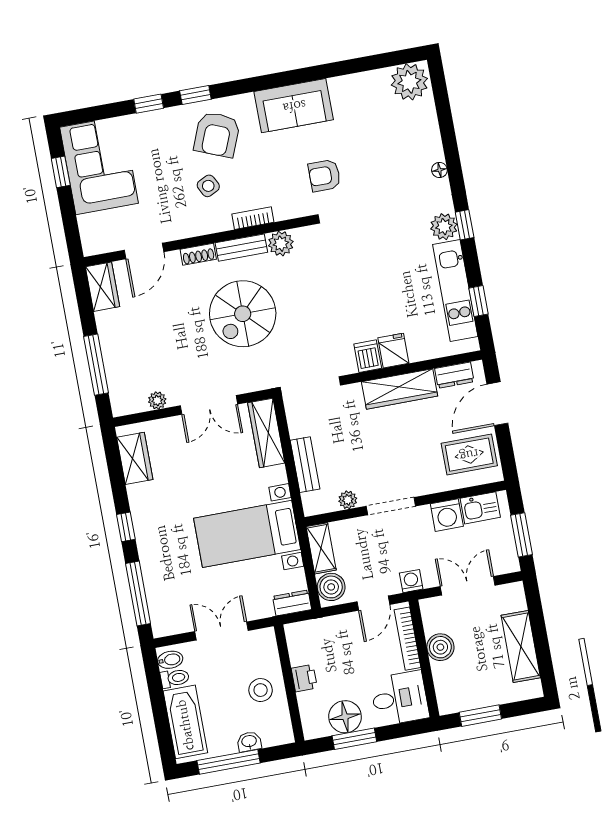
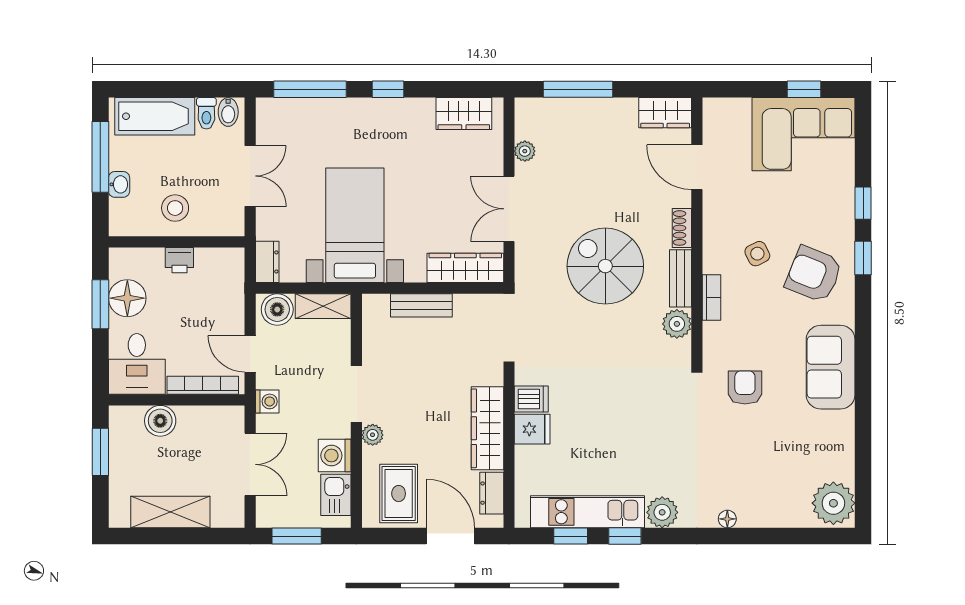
window: (465, 225) -> (625, 536), moved
plant: (348, 500) -> (373, 435), moved
boiler: (440, 647) -> (160, 421), moved

